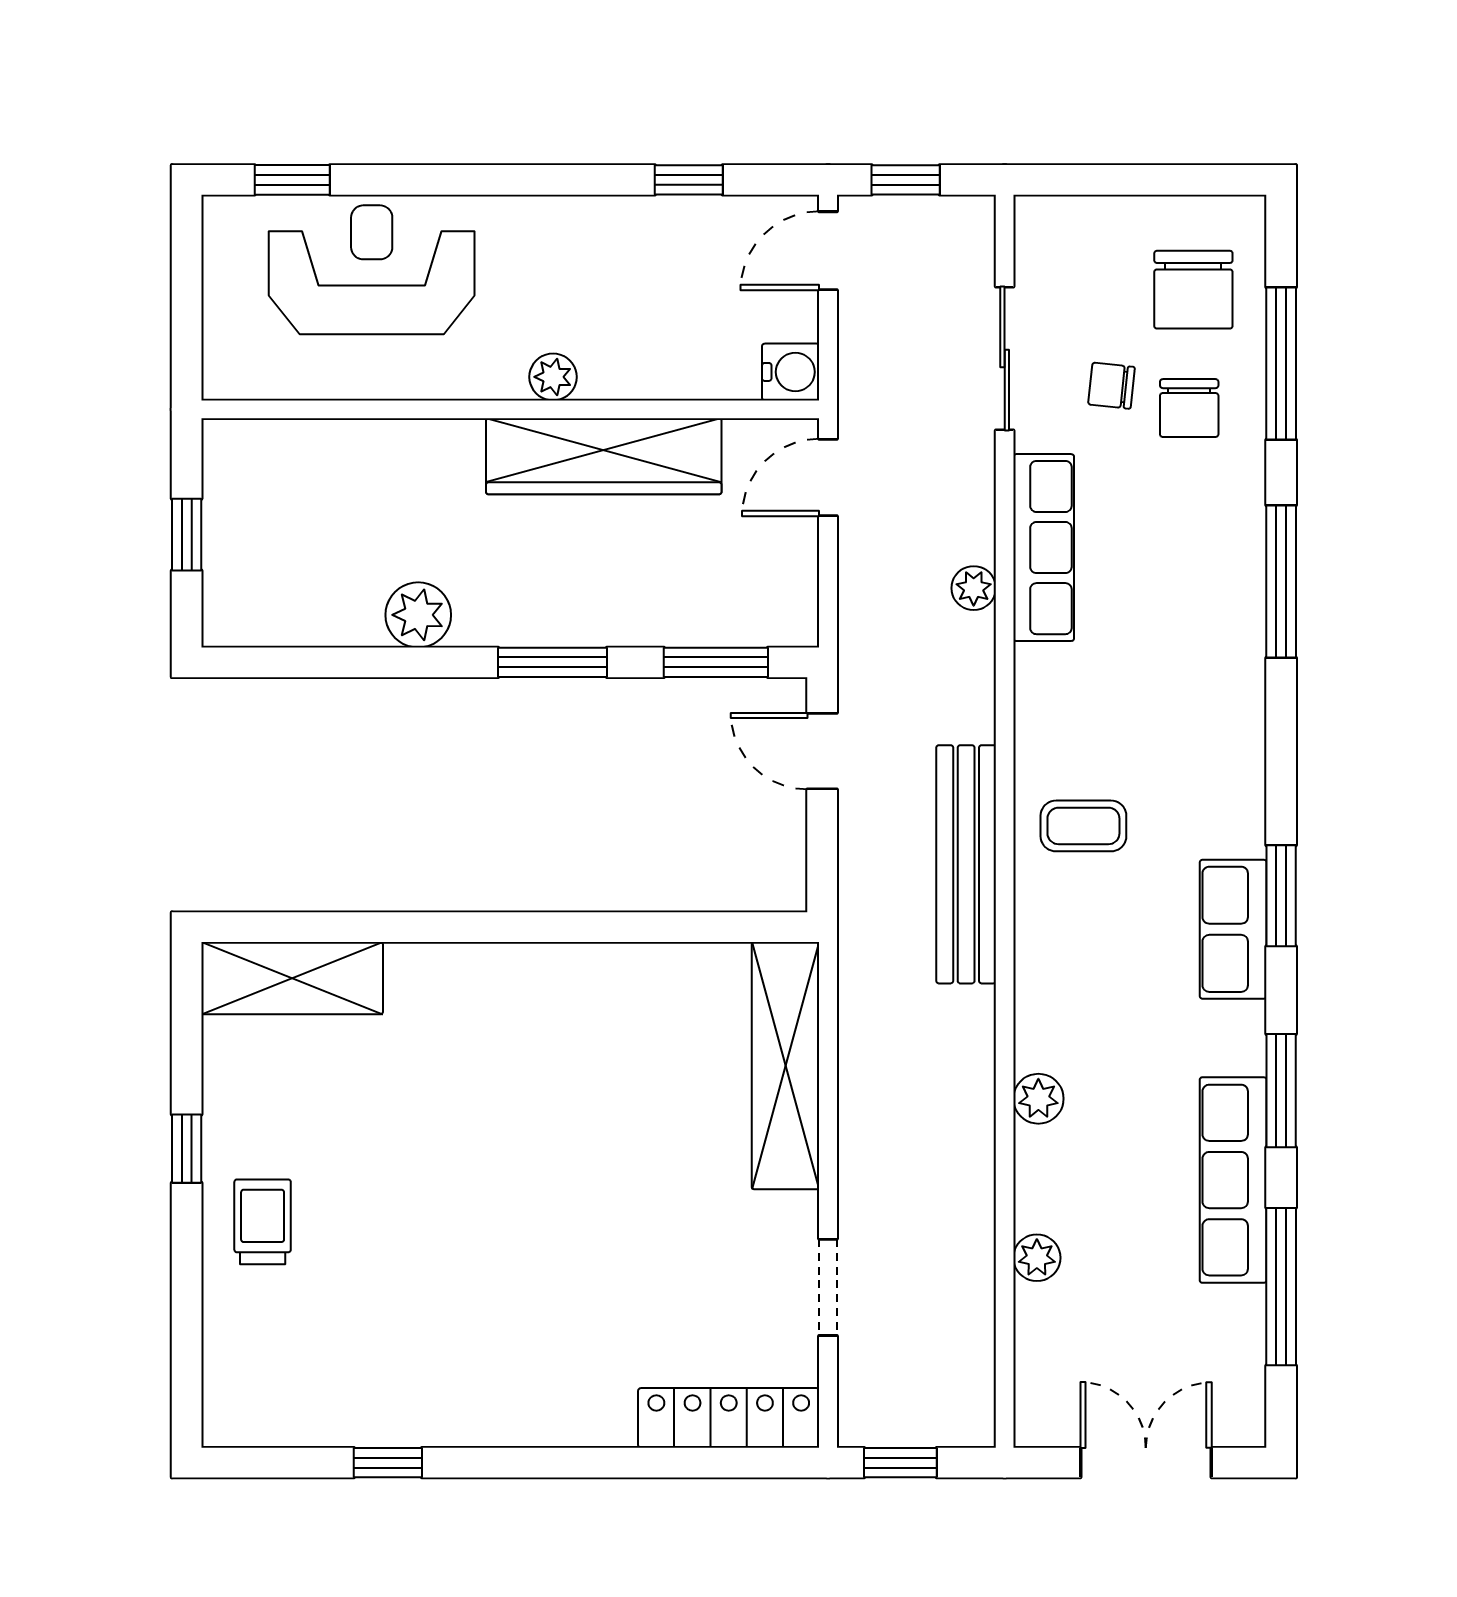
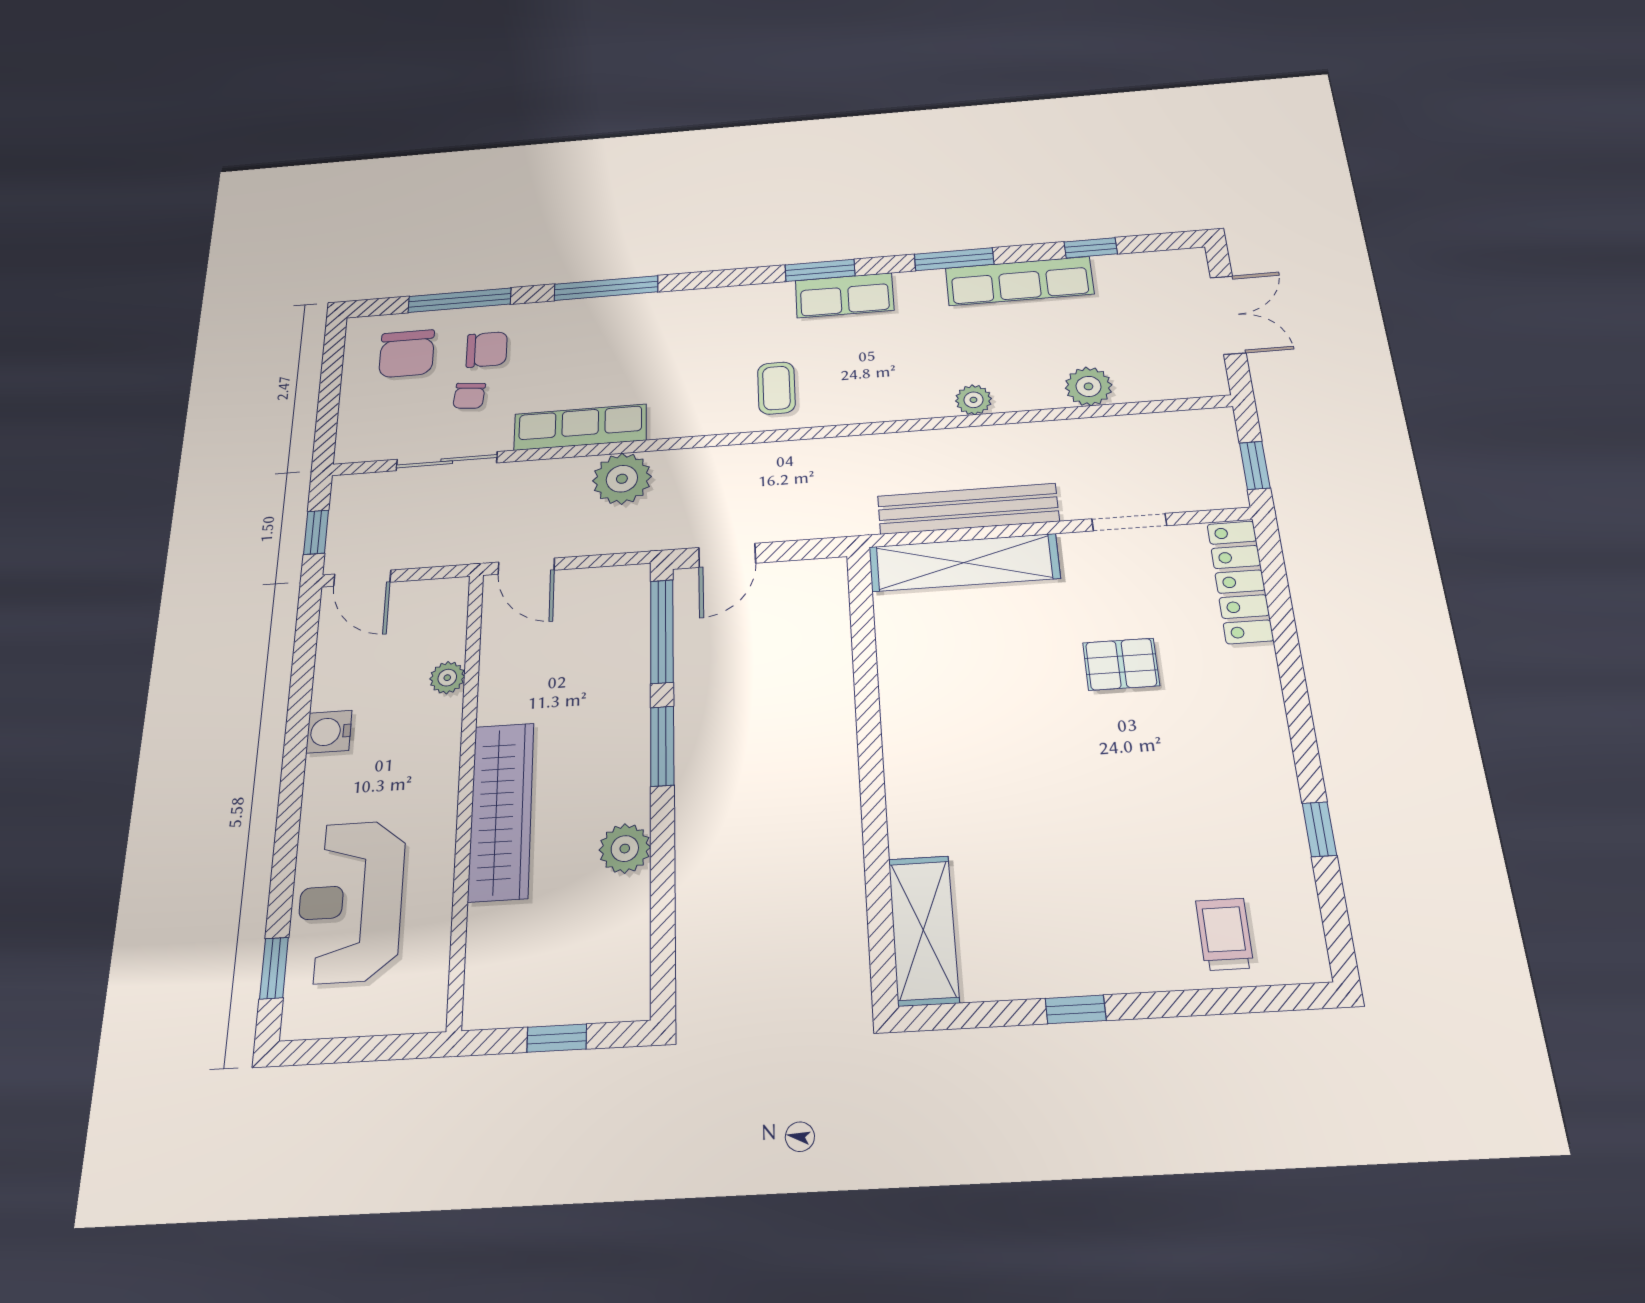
window: (689, 180) -> (302, 675), removed
chair: (1193, 290) -> (407, 354), turned 90
water cooler: (791, 372) -> (329, 732), moved, turned -90
plant: (553, 377) -> (447, 678), moved
wardrobe: (604, 456) -> (501, 811), moved
plant: (974, 588) -> (622, 479), width x1.88, depth x1.88
window: (716, 662) -> (662, 631), width x1.44
bench: (966, 864) -> (968, 509), moved
trolley: (263, 1222) -> (1225, 934), moved, turned 90
pallet: (623, 1253) -> (1121, 664), added
plant: (1037, 1258) -> (1089, 386), width x1.38, depth x1.38
window: (1281, 1287) -> (1091, 248), width x0.46
double door: (1146, 1463) -> (1228, 315), swing flipped

